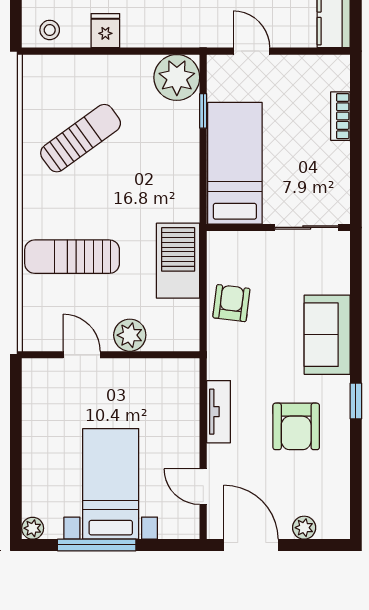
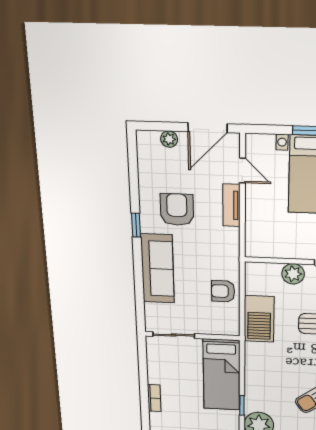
armchair: (231, 303) -> (223, 291), turned 83
sofa: (327, 335) -> (158, 269), width x1.36
tv unit: (219, 412) -> (232, 205), moved
door: (251, 545) -> (207, 128), hinge flipped

